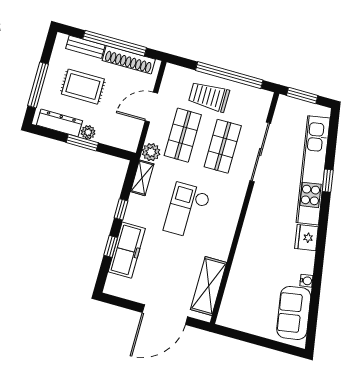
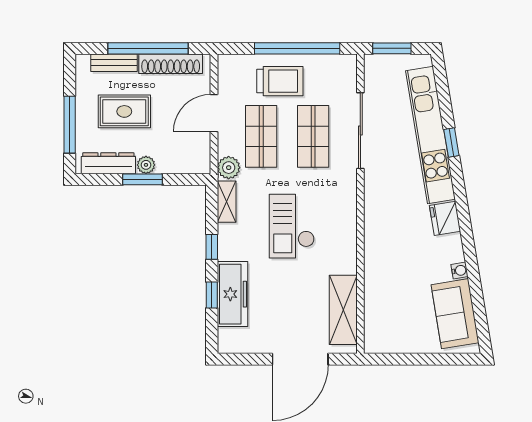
trolley: (209, 97) -> (280, 81), turned 180

